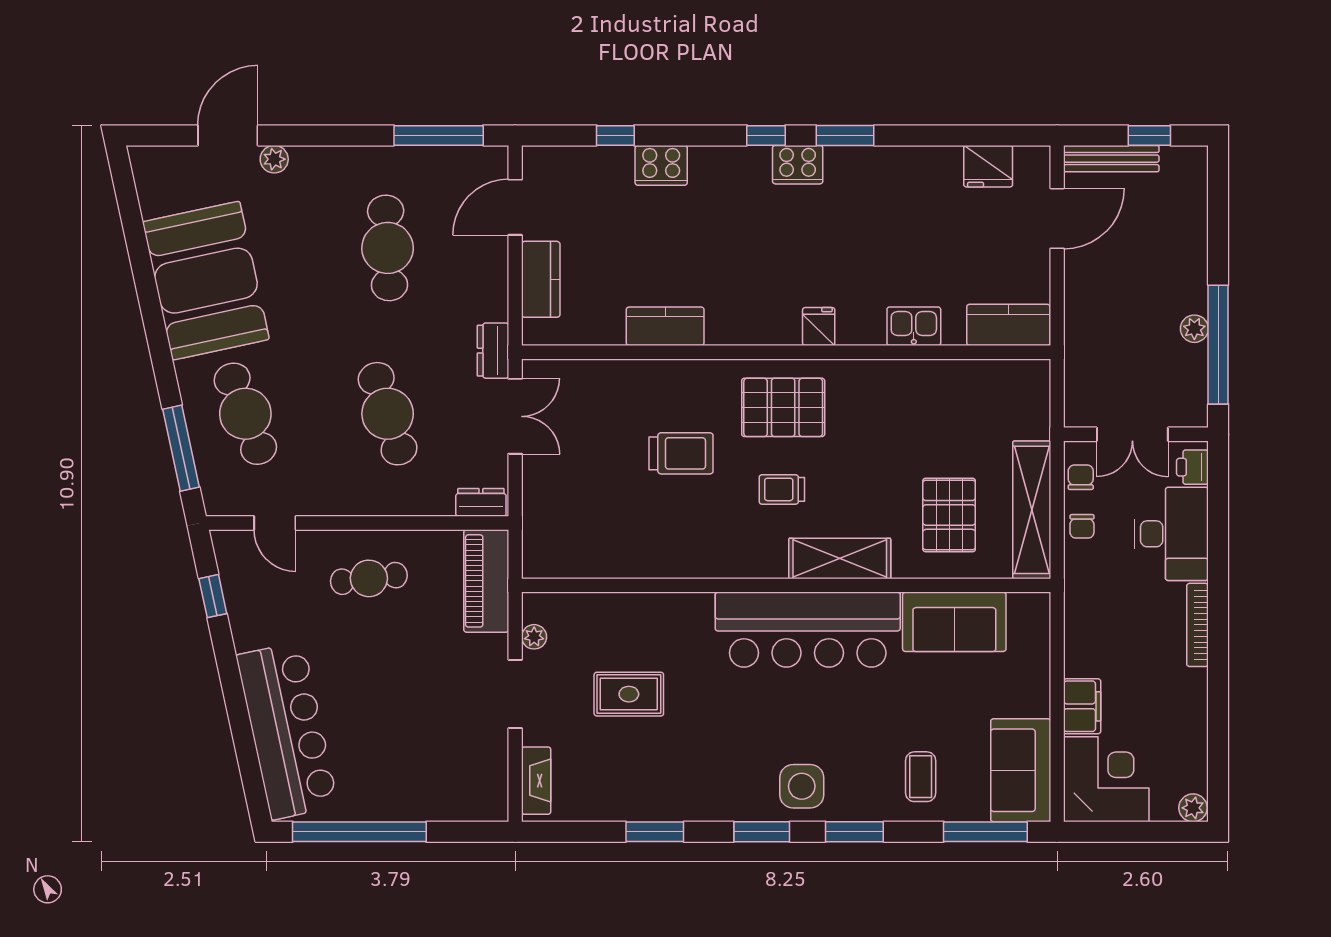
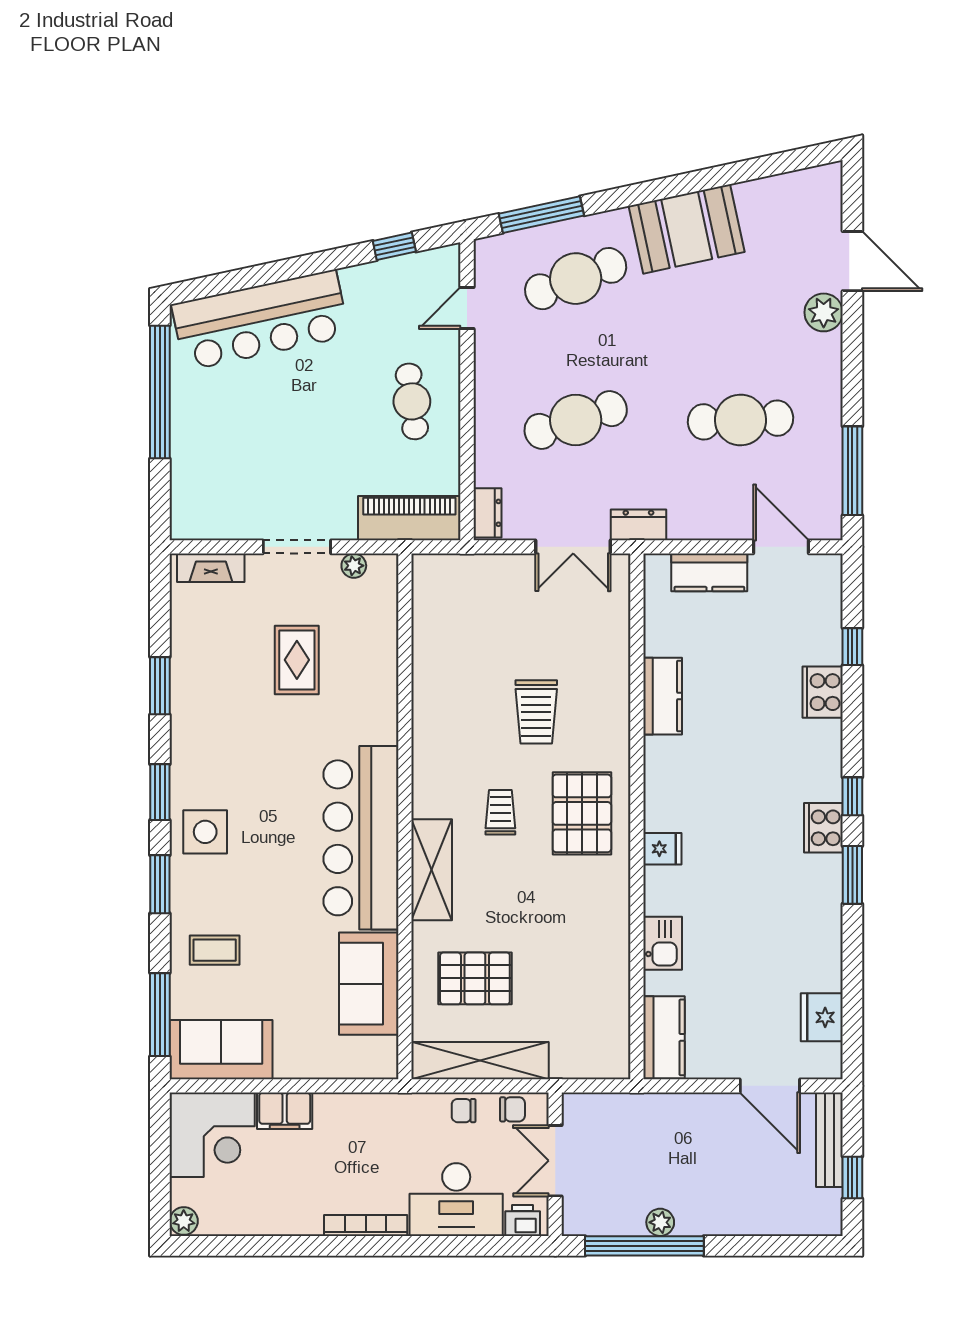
plant: (274, 159) -> (824, 312), width x1.38, depth x1.38
booth: (206, 281) -> (687, 229), width x0.73, depth x0.70

